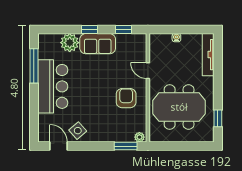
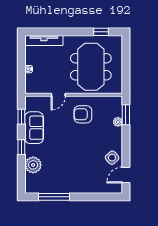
sofa: (98, 44) -> (34, 128), moved
bar counter: (53, 86) -> (72, 180), removed
plant: (139, 137) -> (118, 122), moved

